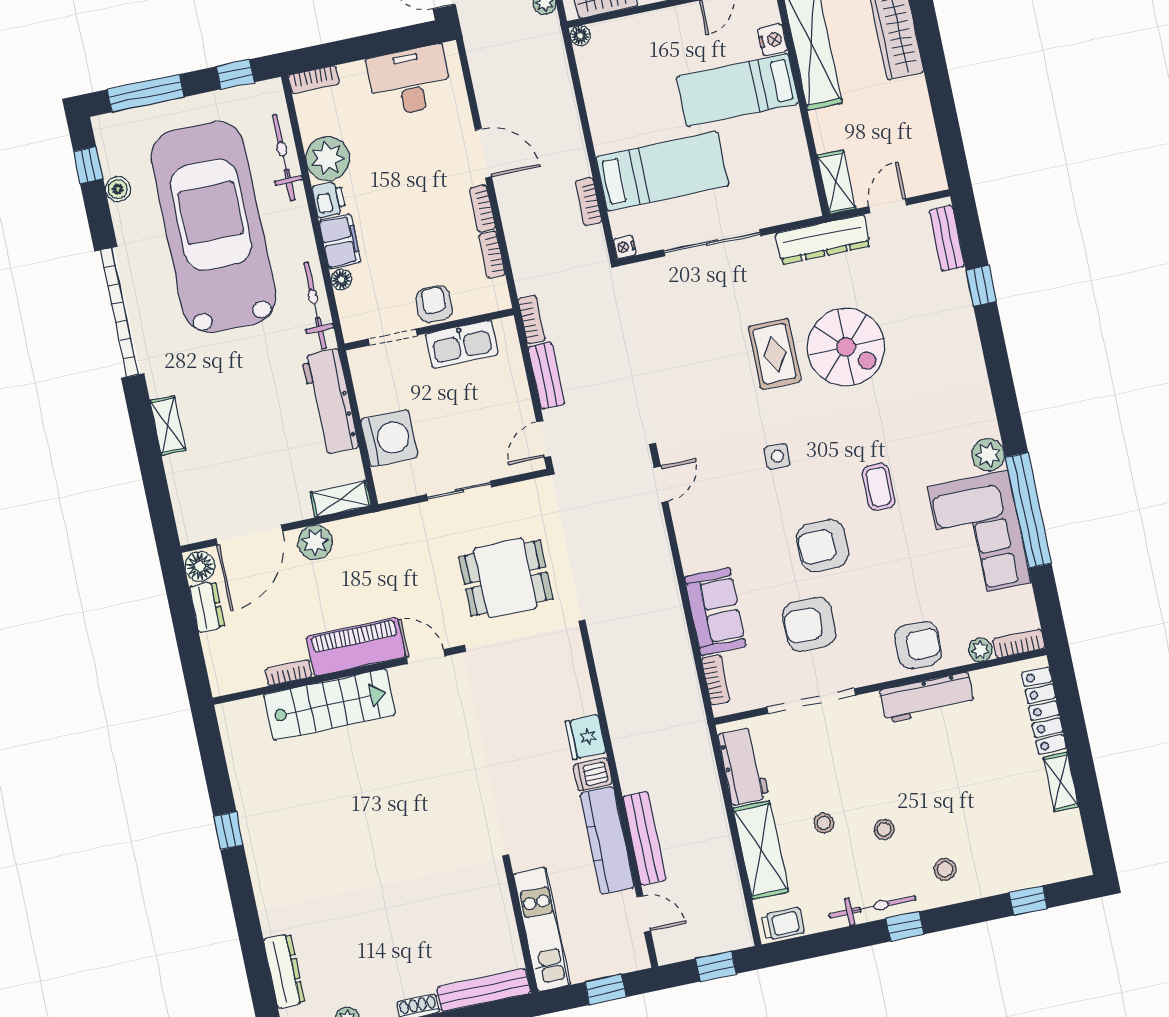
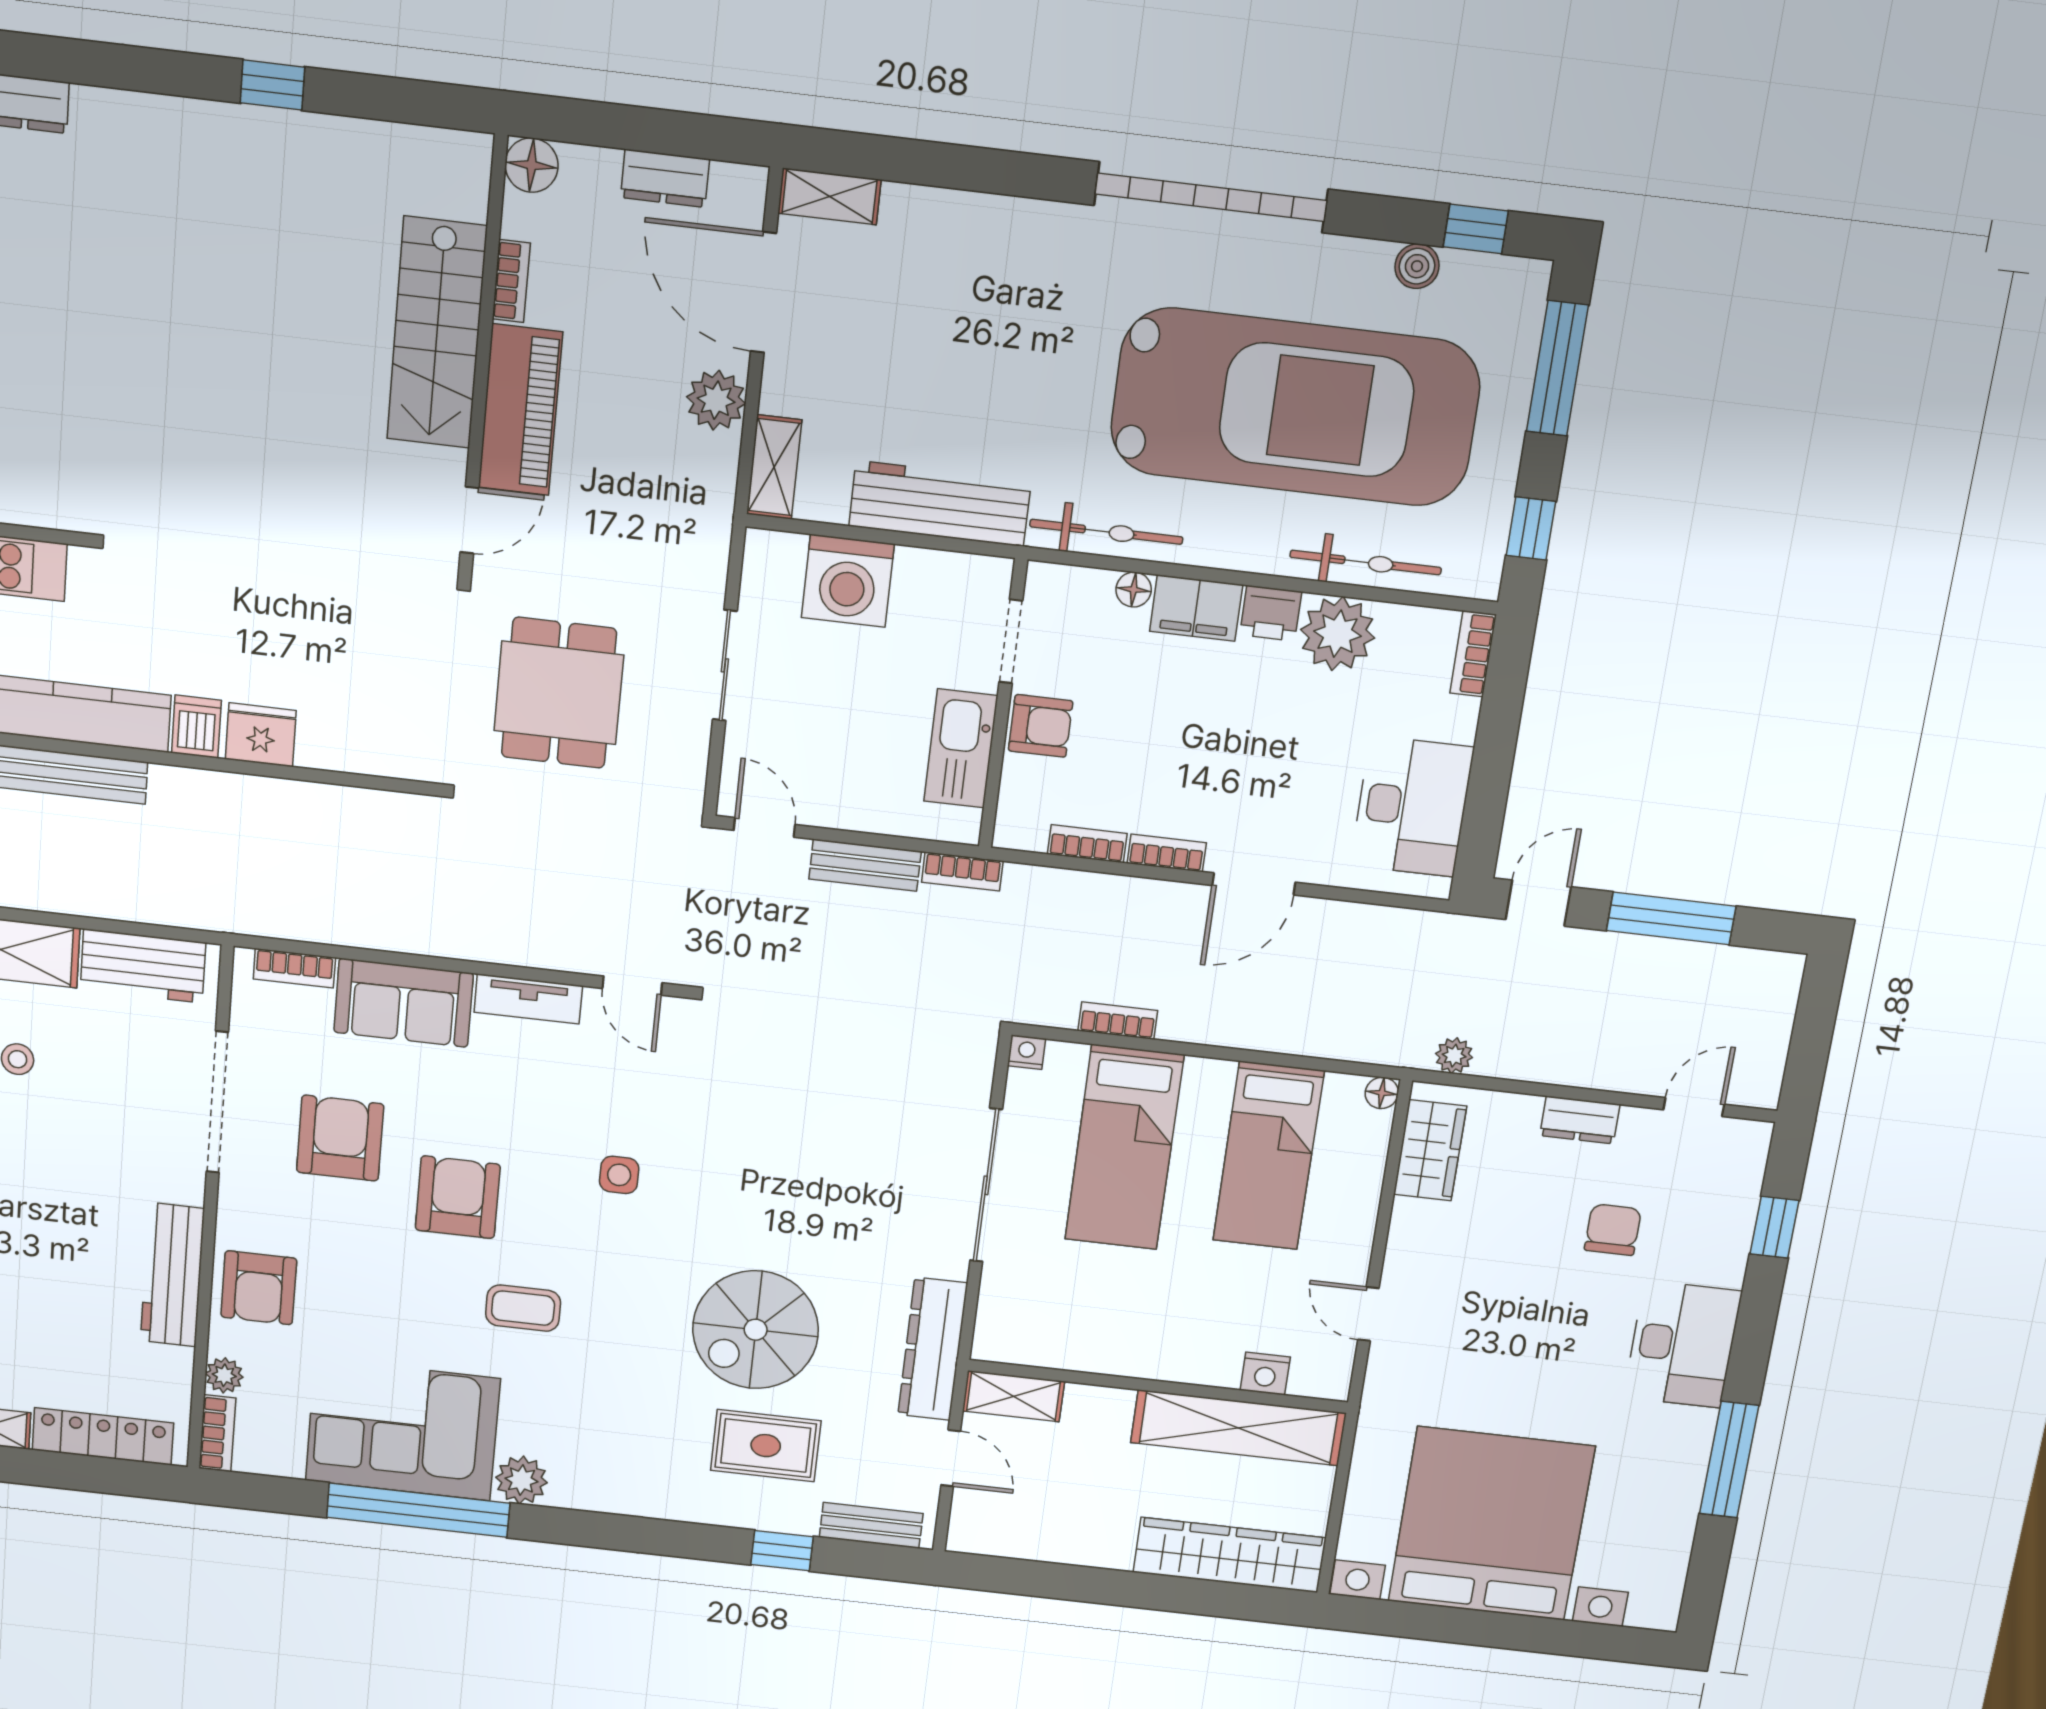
bed: (737, 90) -> (1268, 1156), moved, turned 180
rug: (775, 354) -> (766, 1446), moved
shelving: (168, 426) -> (830, 196), moved
tv unit: (689, 541) -> (528, 999), added
floor lamp: (200, 566) -> (532, 165), moved

